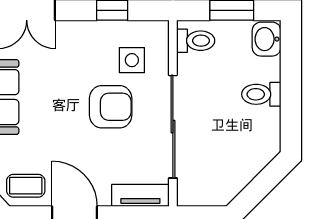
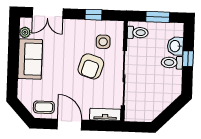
washbasin: (267, 39) -> (175, 46), moved
window: (291, 86) -> (188, 59), added
armchair: (111, 107) -> (91, 66), turned 108

